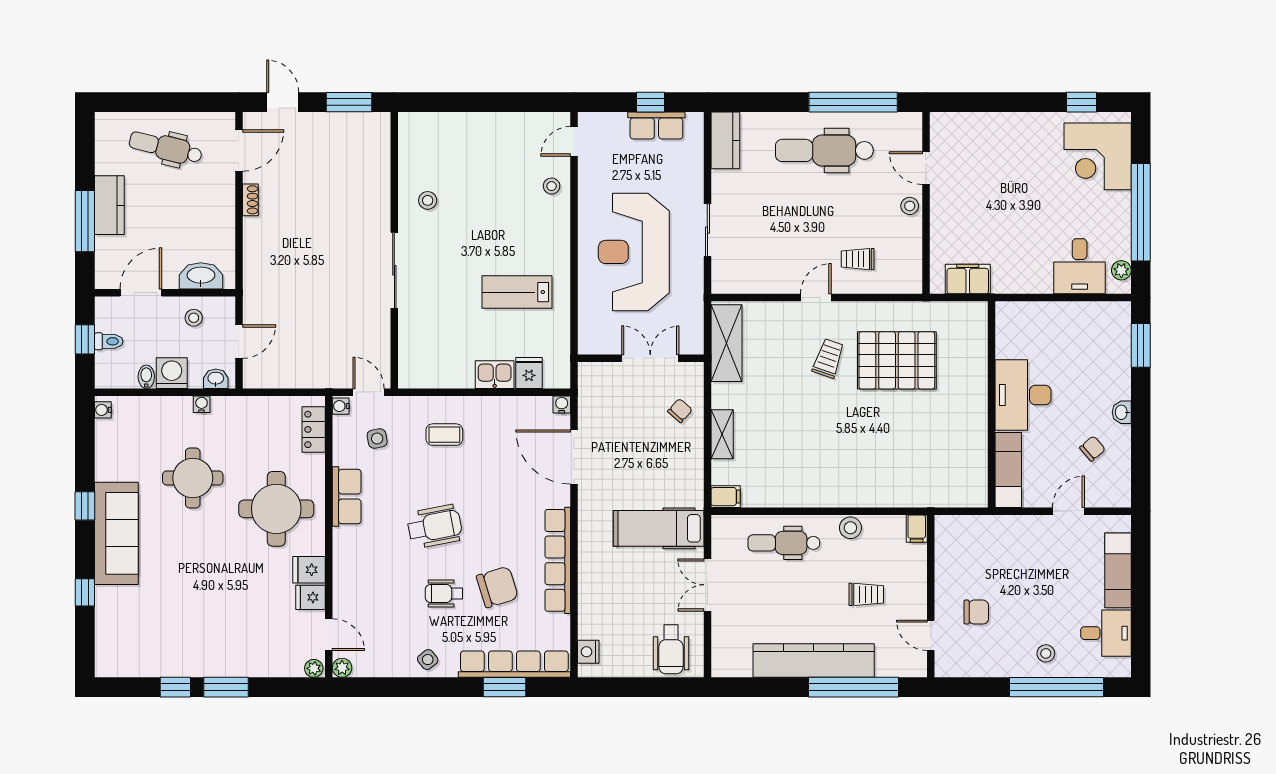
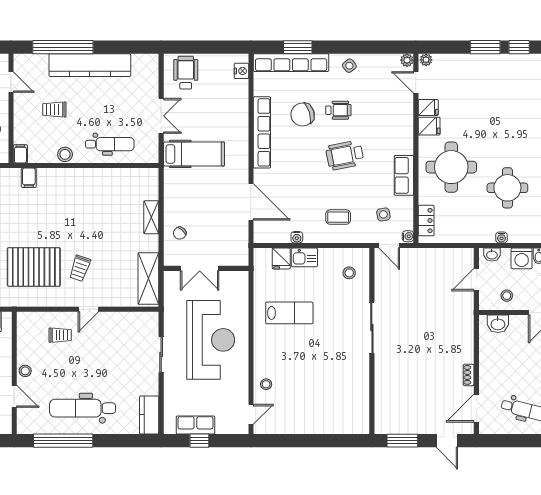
dental chair: (824, 150) -> (83, 408), turned 180
stool: (428, 200) -> (349, 273), moved
washbasin: (201, 276) -> (498, 324), width x0.72
water cooler: (562, 404) -> (297, 237), moved
filing cabinet: (726, 497) -> (29, 178), moved, turned -90

